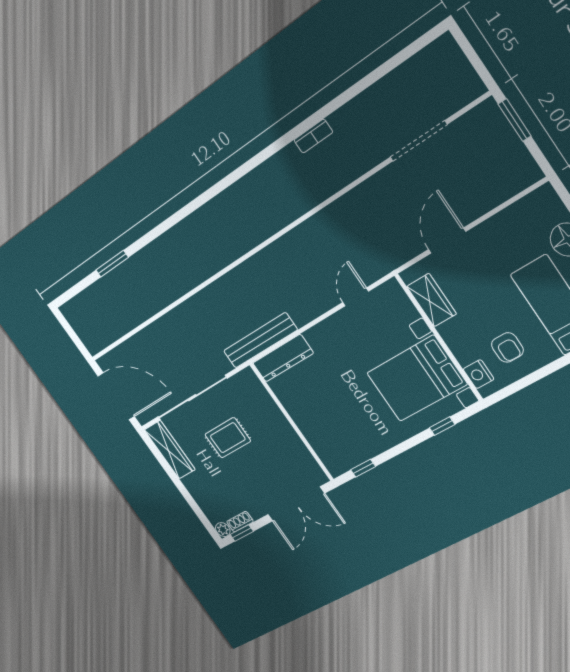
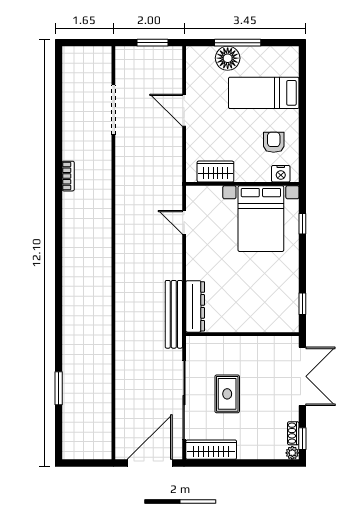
window: (515, 120) -> (153, 43), moved
door: (447, 240) -> (184, 110), moved
armchair: (507, 347) -> (274, 142), turned -90

